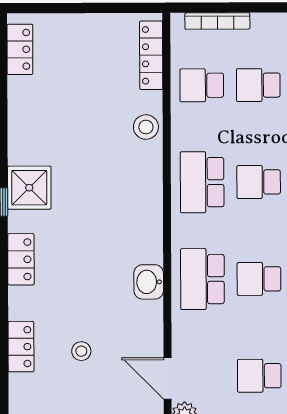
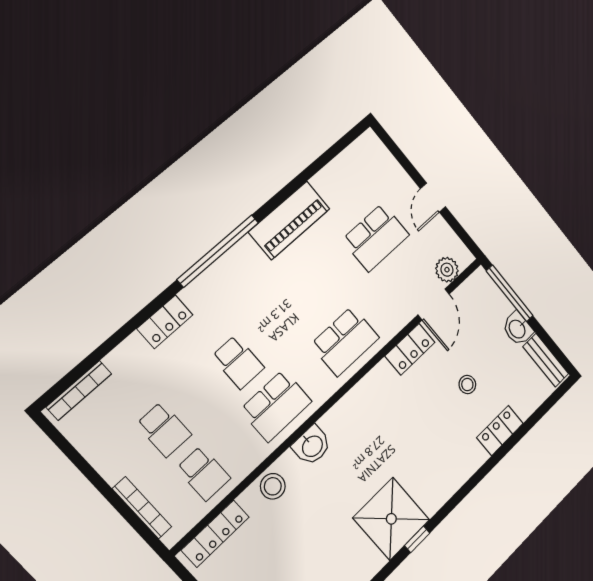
shower: (29, 188) -> (391, 519), width x1.37, depth x1.37
locker: (21, 259) -> (410, 349), moved, turned 180
school desk: (259, 279) -> (309, 298), removed
washbasin: (149, 282) -> (312, 446), moved
school desk: (259, 376) -> (376, 237), width x1.85

